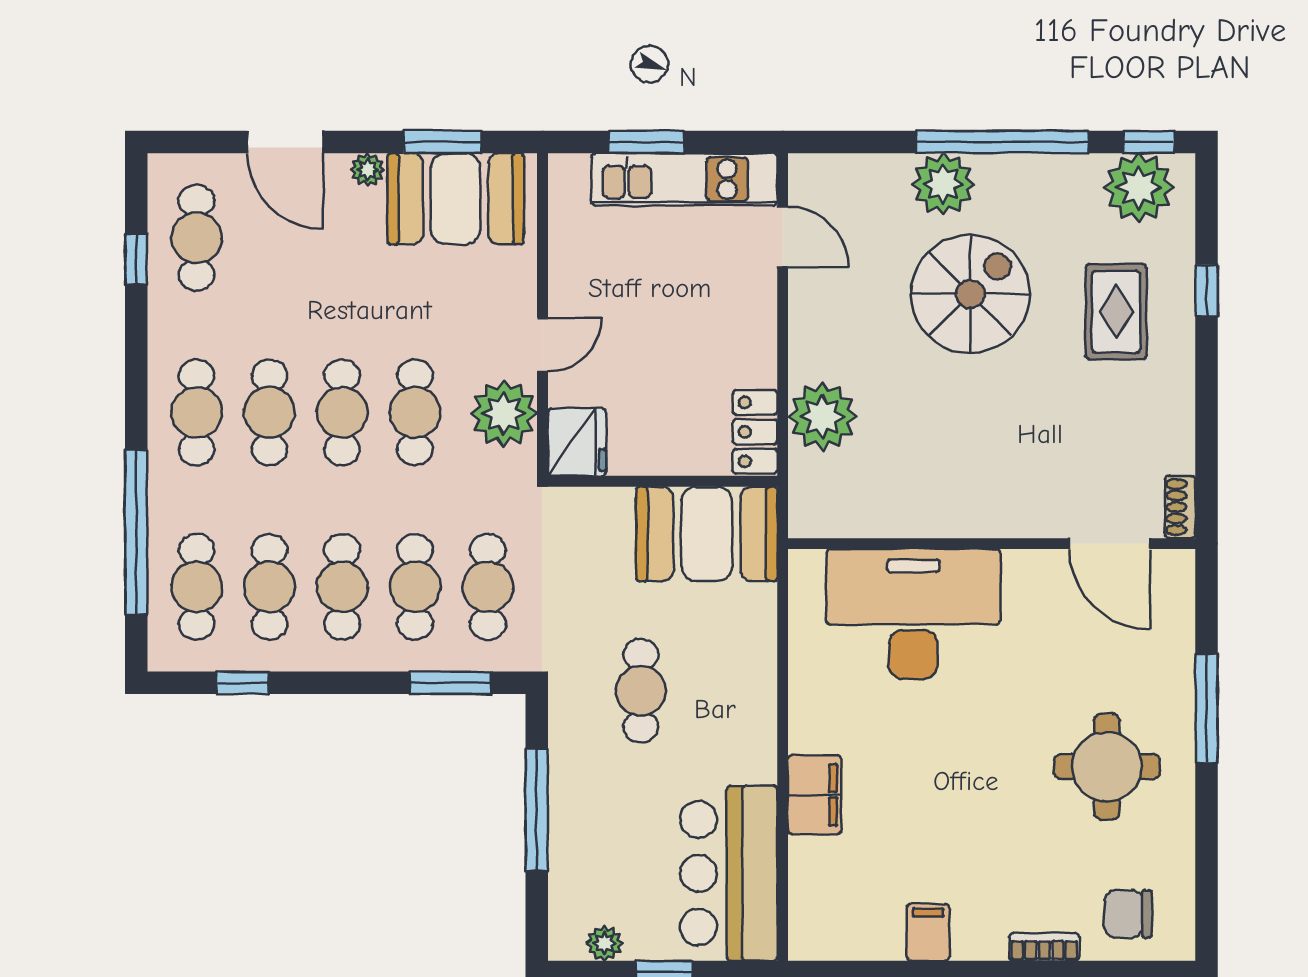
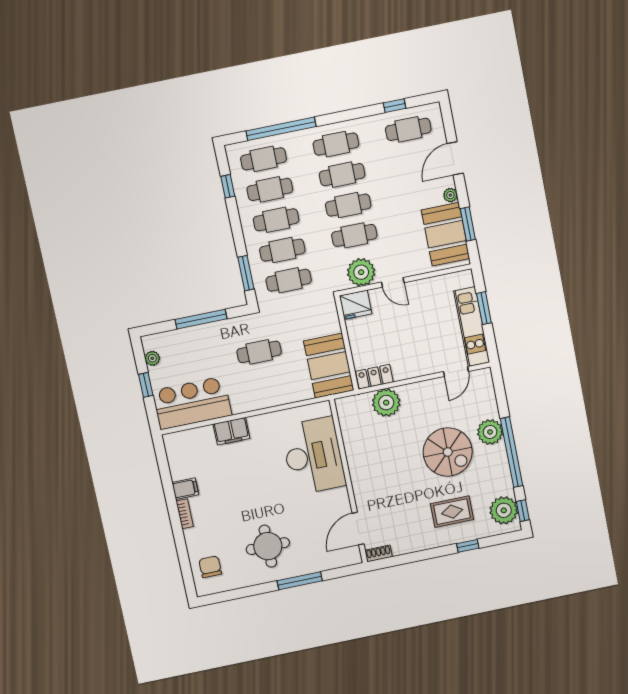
bookcase: (1044, 947) -> (185, 514), moved

